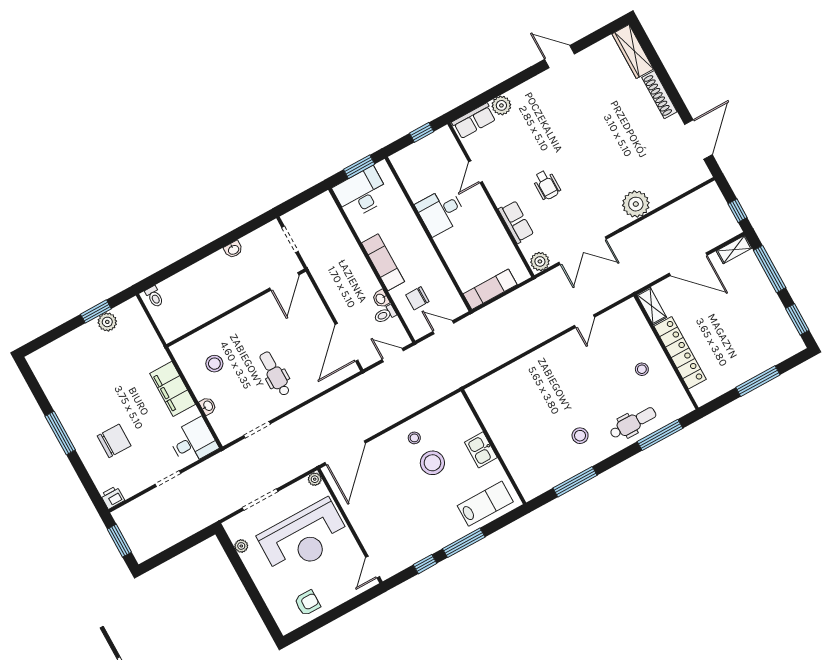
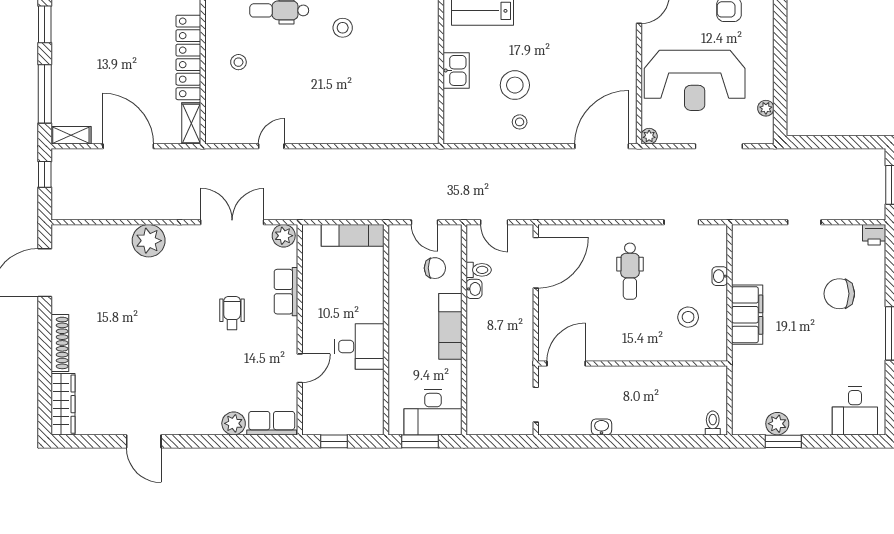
desk: (193, 442) -> (855, 411), moved, turned -90
reception desk: (304, 538) -> (695, 80), turned 180

